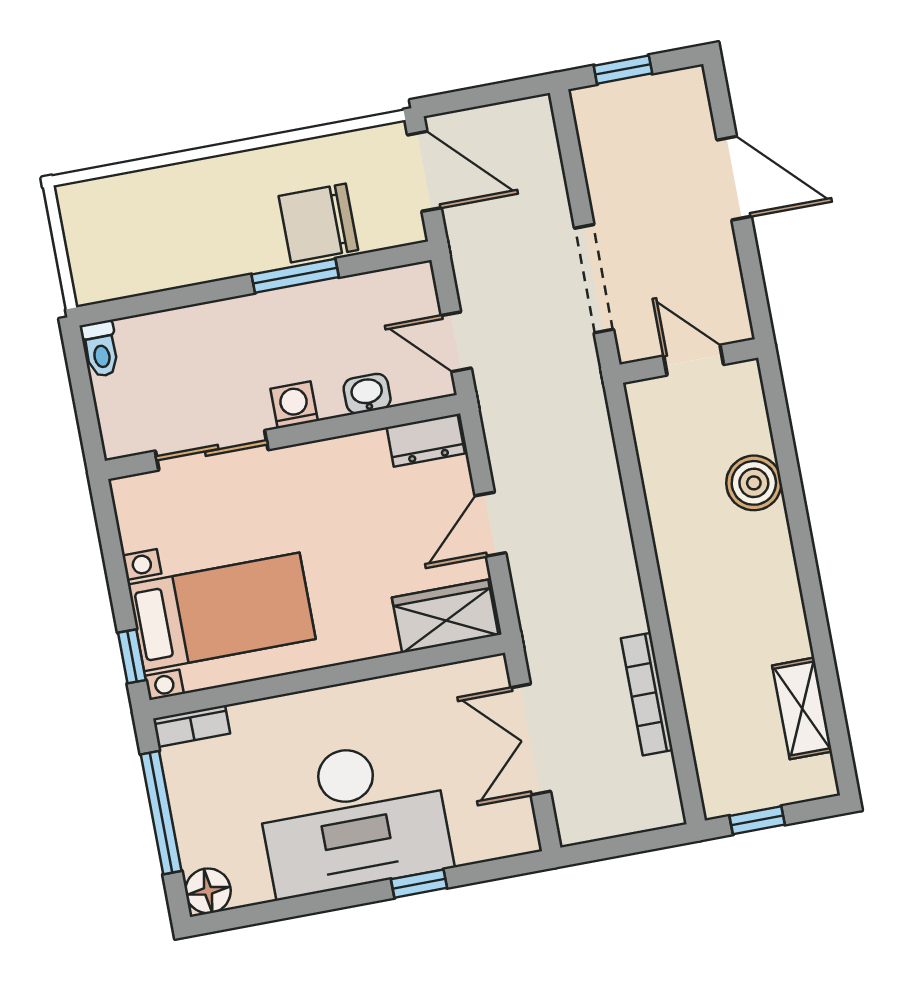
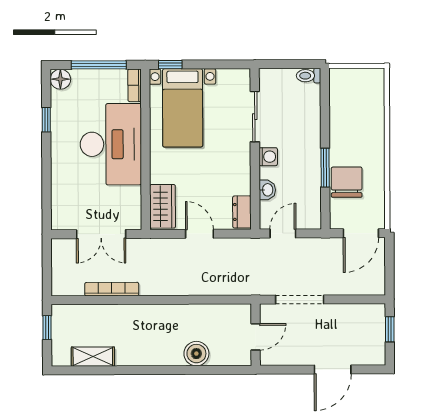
double door: (531, 740) -> (101, 234), swing flipped
desk: (353, 817) -> (111, 144), moved, turned 180
window: (419, 884) -> (46, 120), moved

